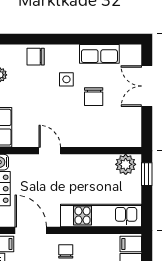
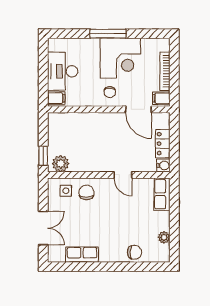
side table: (66, 79) -> (66, 191), moved
chair: (94, 97) -> (86, 192), moved
kitchen unit: (101, 215) -> (81, 122), removed

